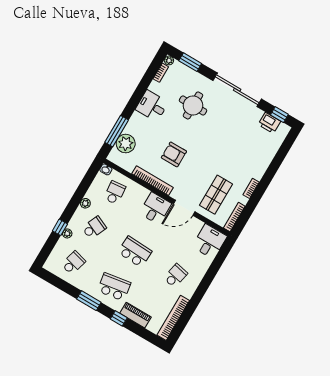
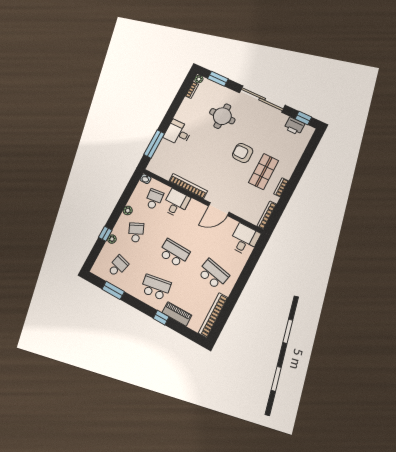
desk: (152, 106) -> (178, 133), moved
plant: (126, 144) -> (163, 154), removed
armchair: (174, 154) -> (243, 153), moved
shop shelf: (216, 195) -> (264, 172), moved
desk: (155, 208) -> (176, 203), moved
school desk: (94, 228) -> (136, 232), turned -48
school desk: (175, 276) -> (213, 274), width x1.85
window: (89, 301) -> (113, 290), moved

